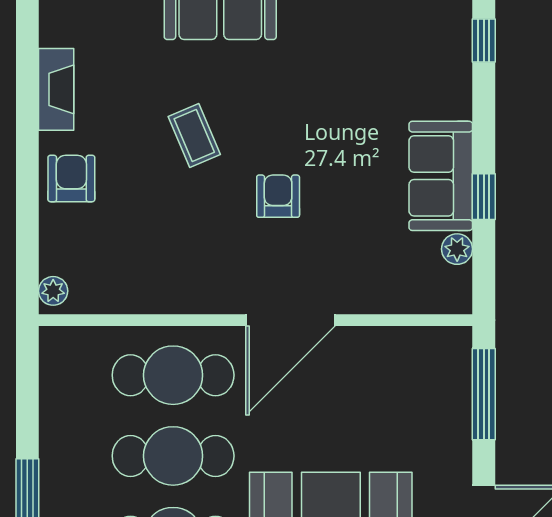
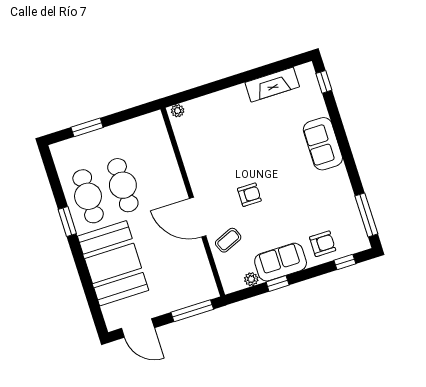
fireplace: (56, 89) -> (272, 85), width x1.37, depth x1.32
coffee table: (194, 135) -> (228, 240), moved
armchair: (71, 179) -> (323, 244), moved
cafe table: (173, 375) -> (158, 174), removed

